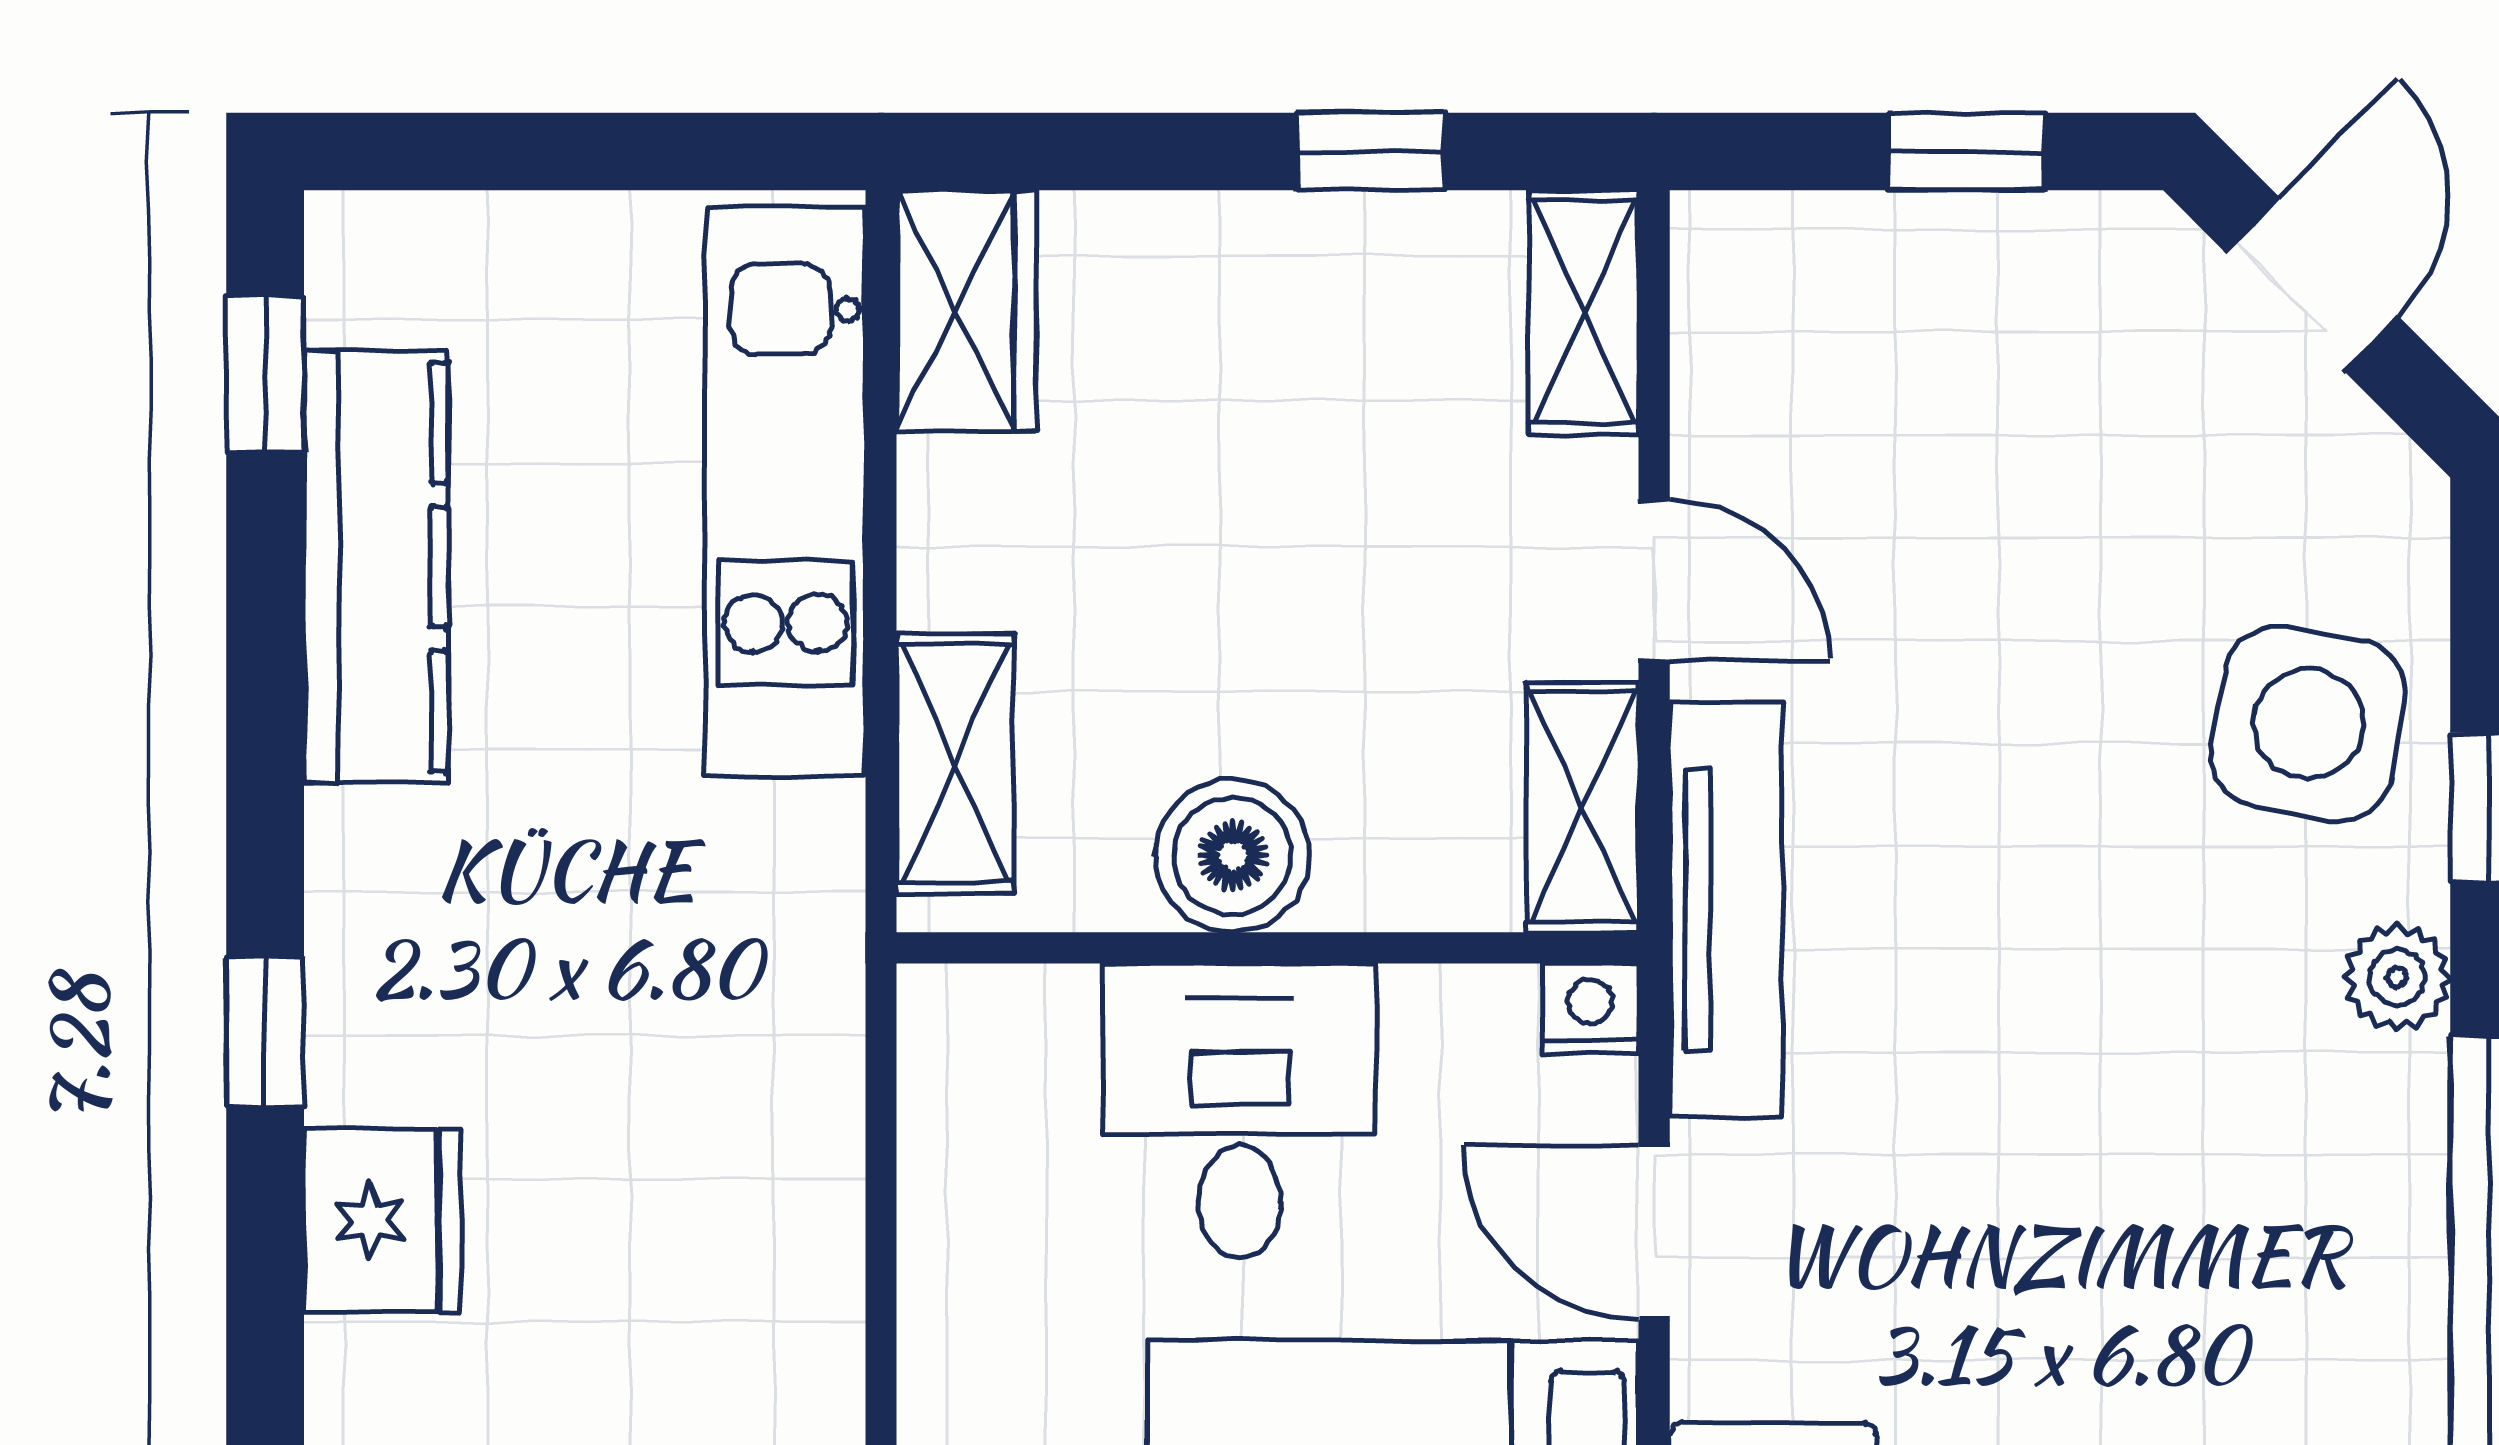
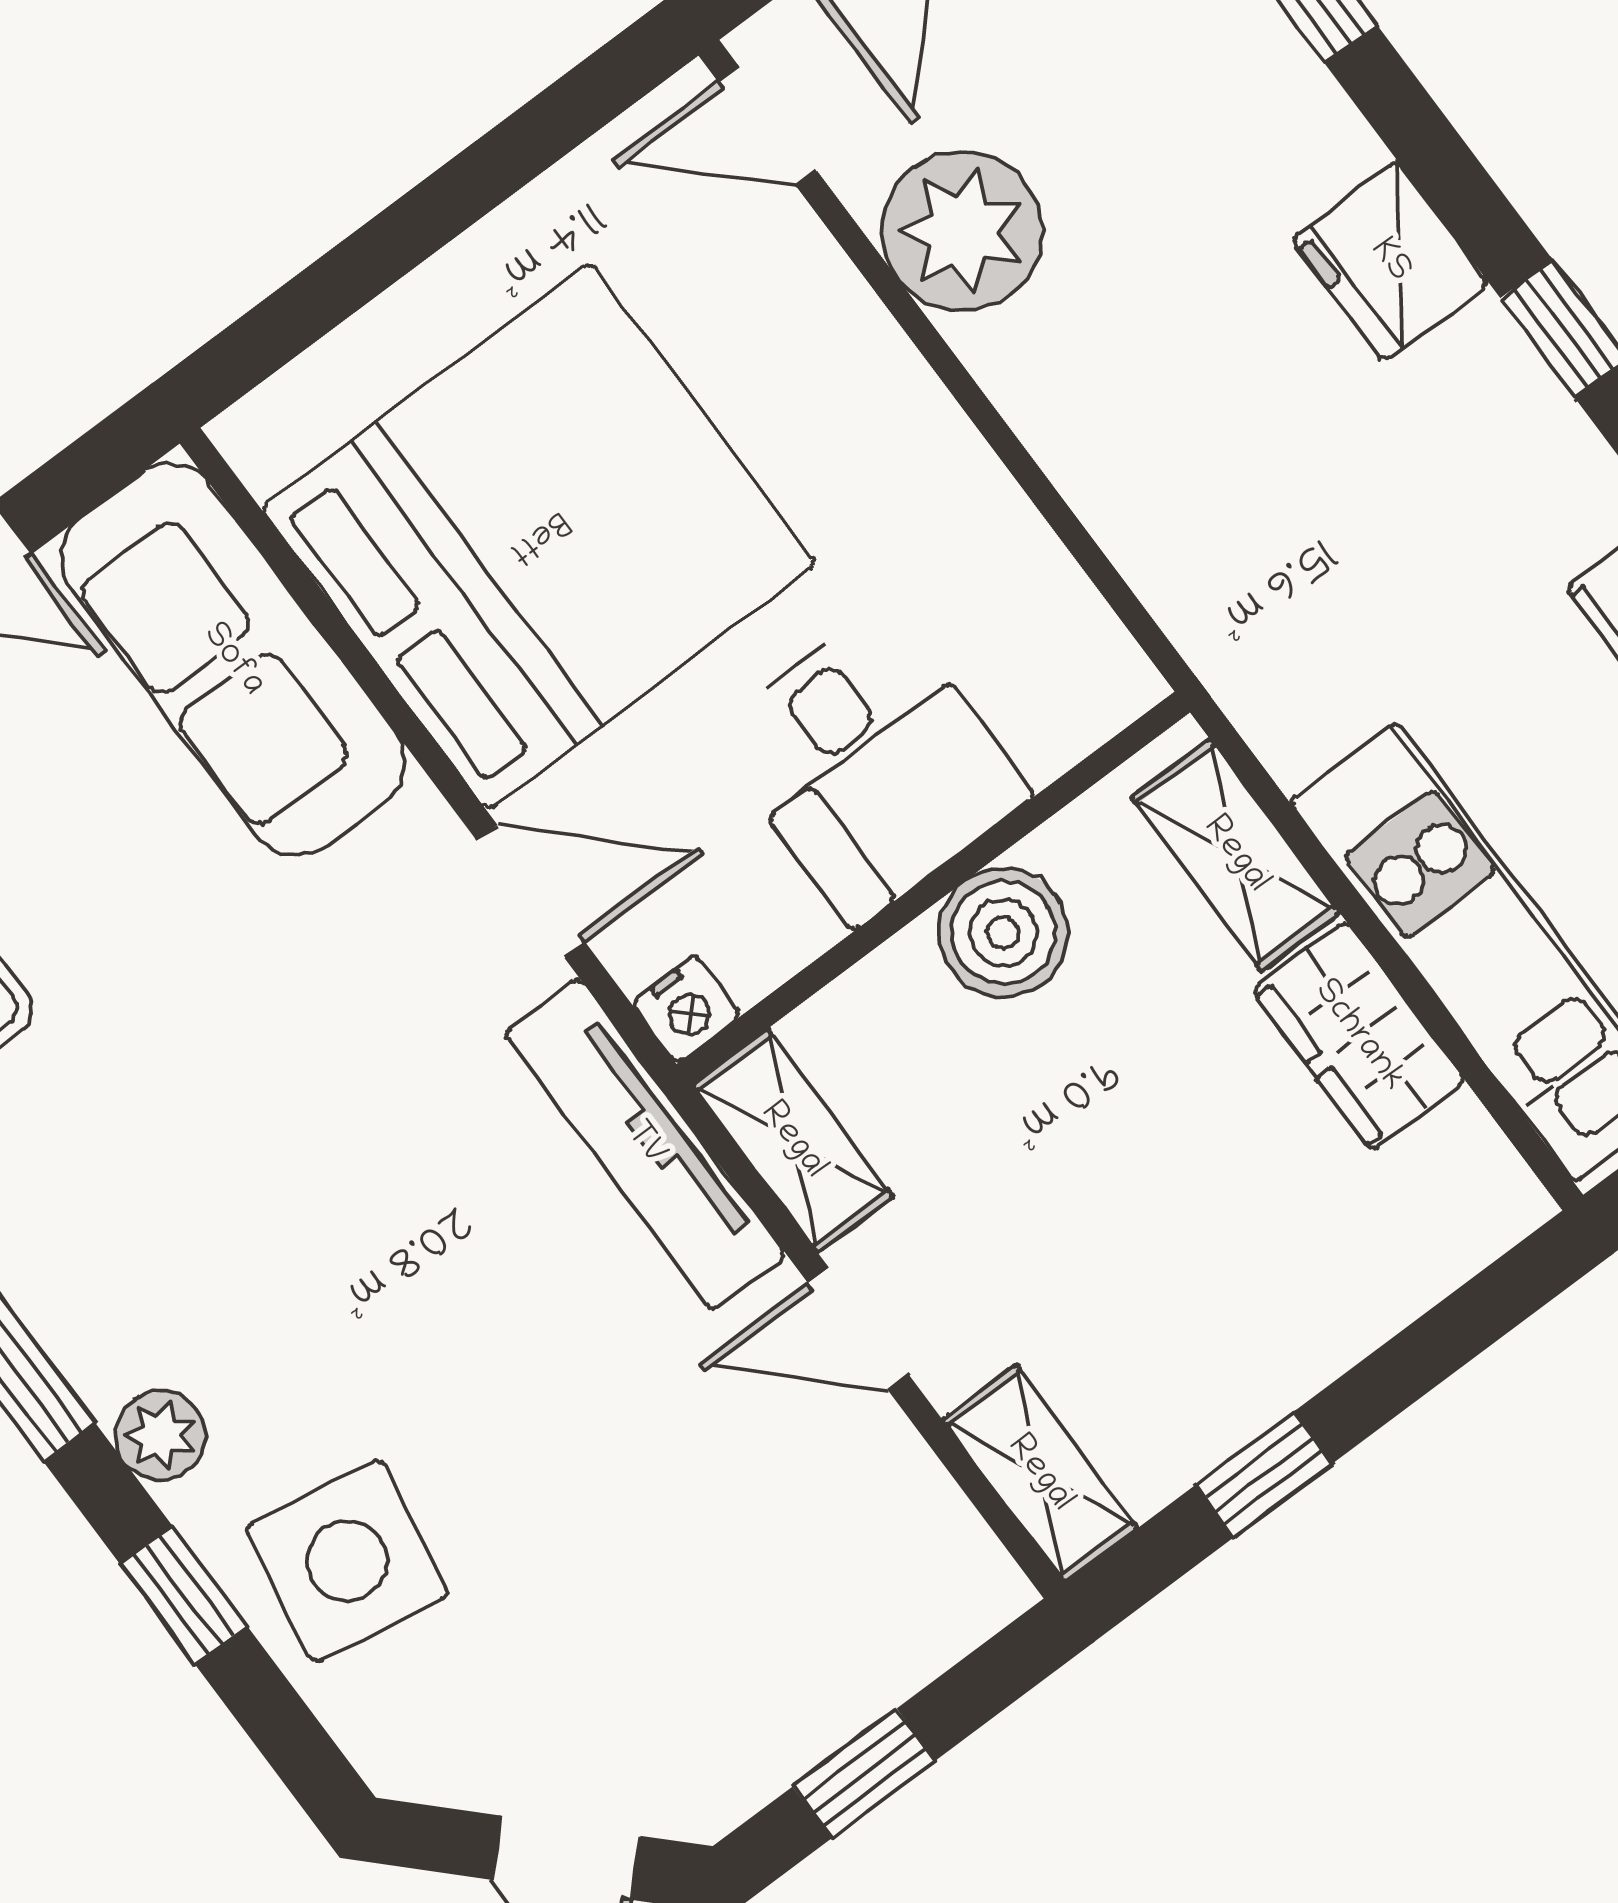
wardrobe: (966, 311) -> (1359, 1036), moved

